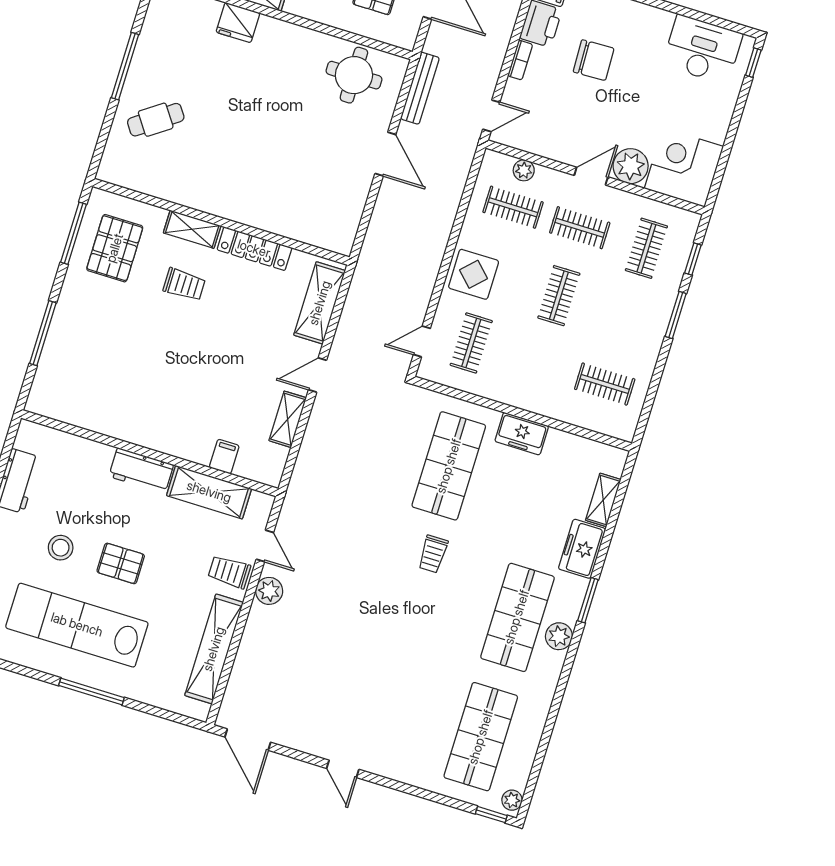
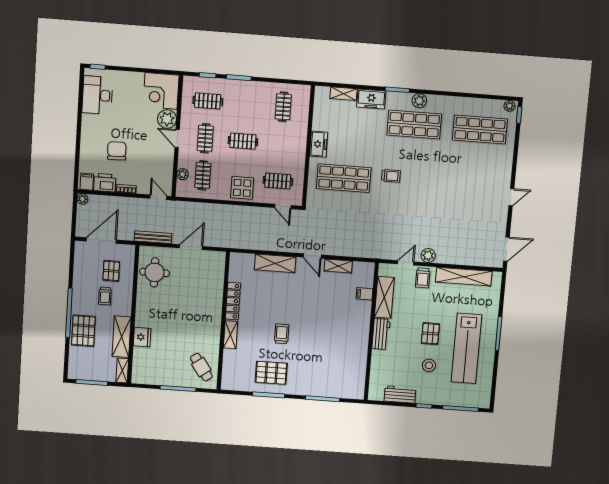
wall: (221, 222) -> (223, 321), moved
shelving: (192, 229) -> (231, 335), moved
locker: (254, 249) -> (233, 301), moved

